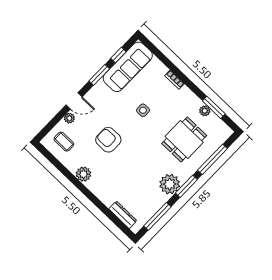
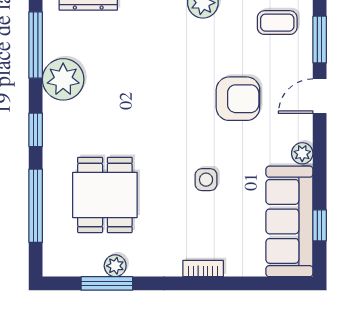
window: (99, 75) -> (320, 40), moved
plant: (69, 118) -> (302, 153), moved
armchair: (108, 140) -> (238, 99), moved
plant: (170, 184) -> (63, 79), moved
window: (186, 186) -> (36, 130), width x0.67

